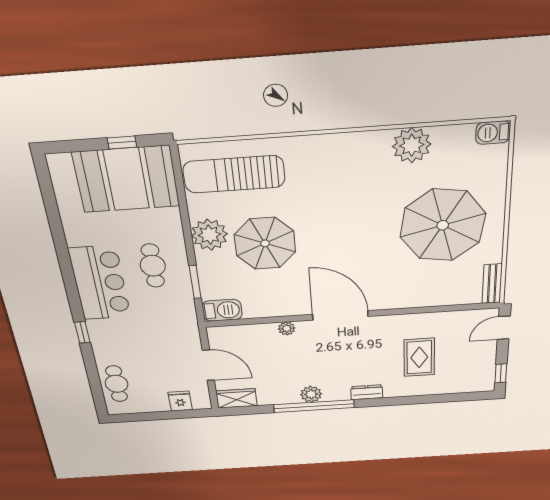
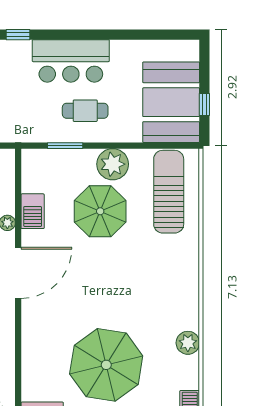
plant: (412, 145) -> (188, 343), width x0.73, depth x0.73
barbecue: (222, 310) -> (33, 211), moved

